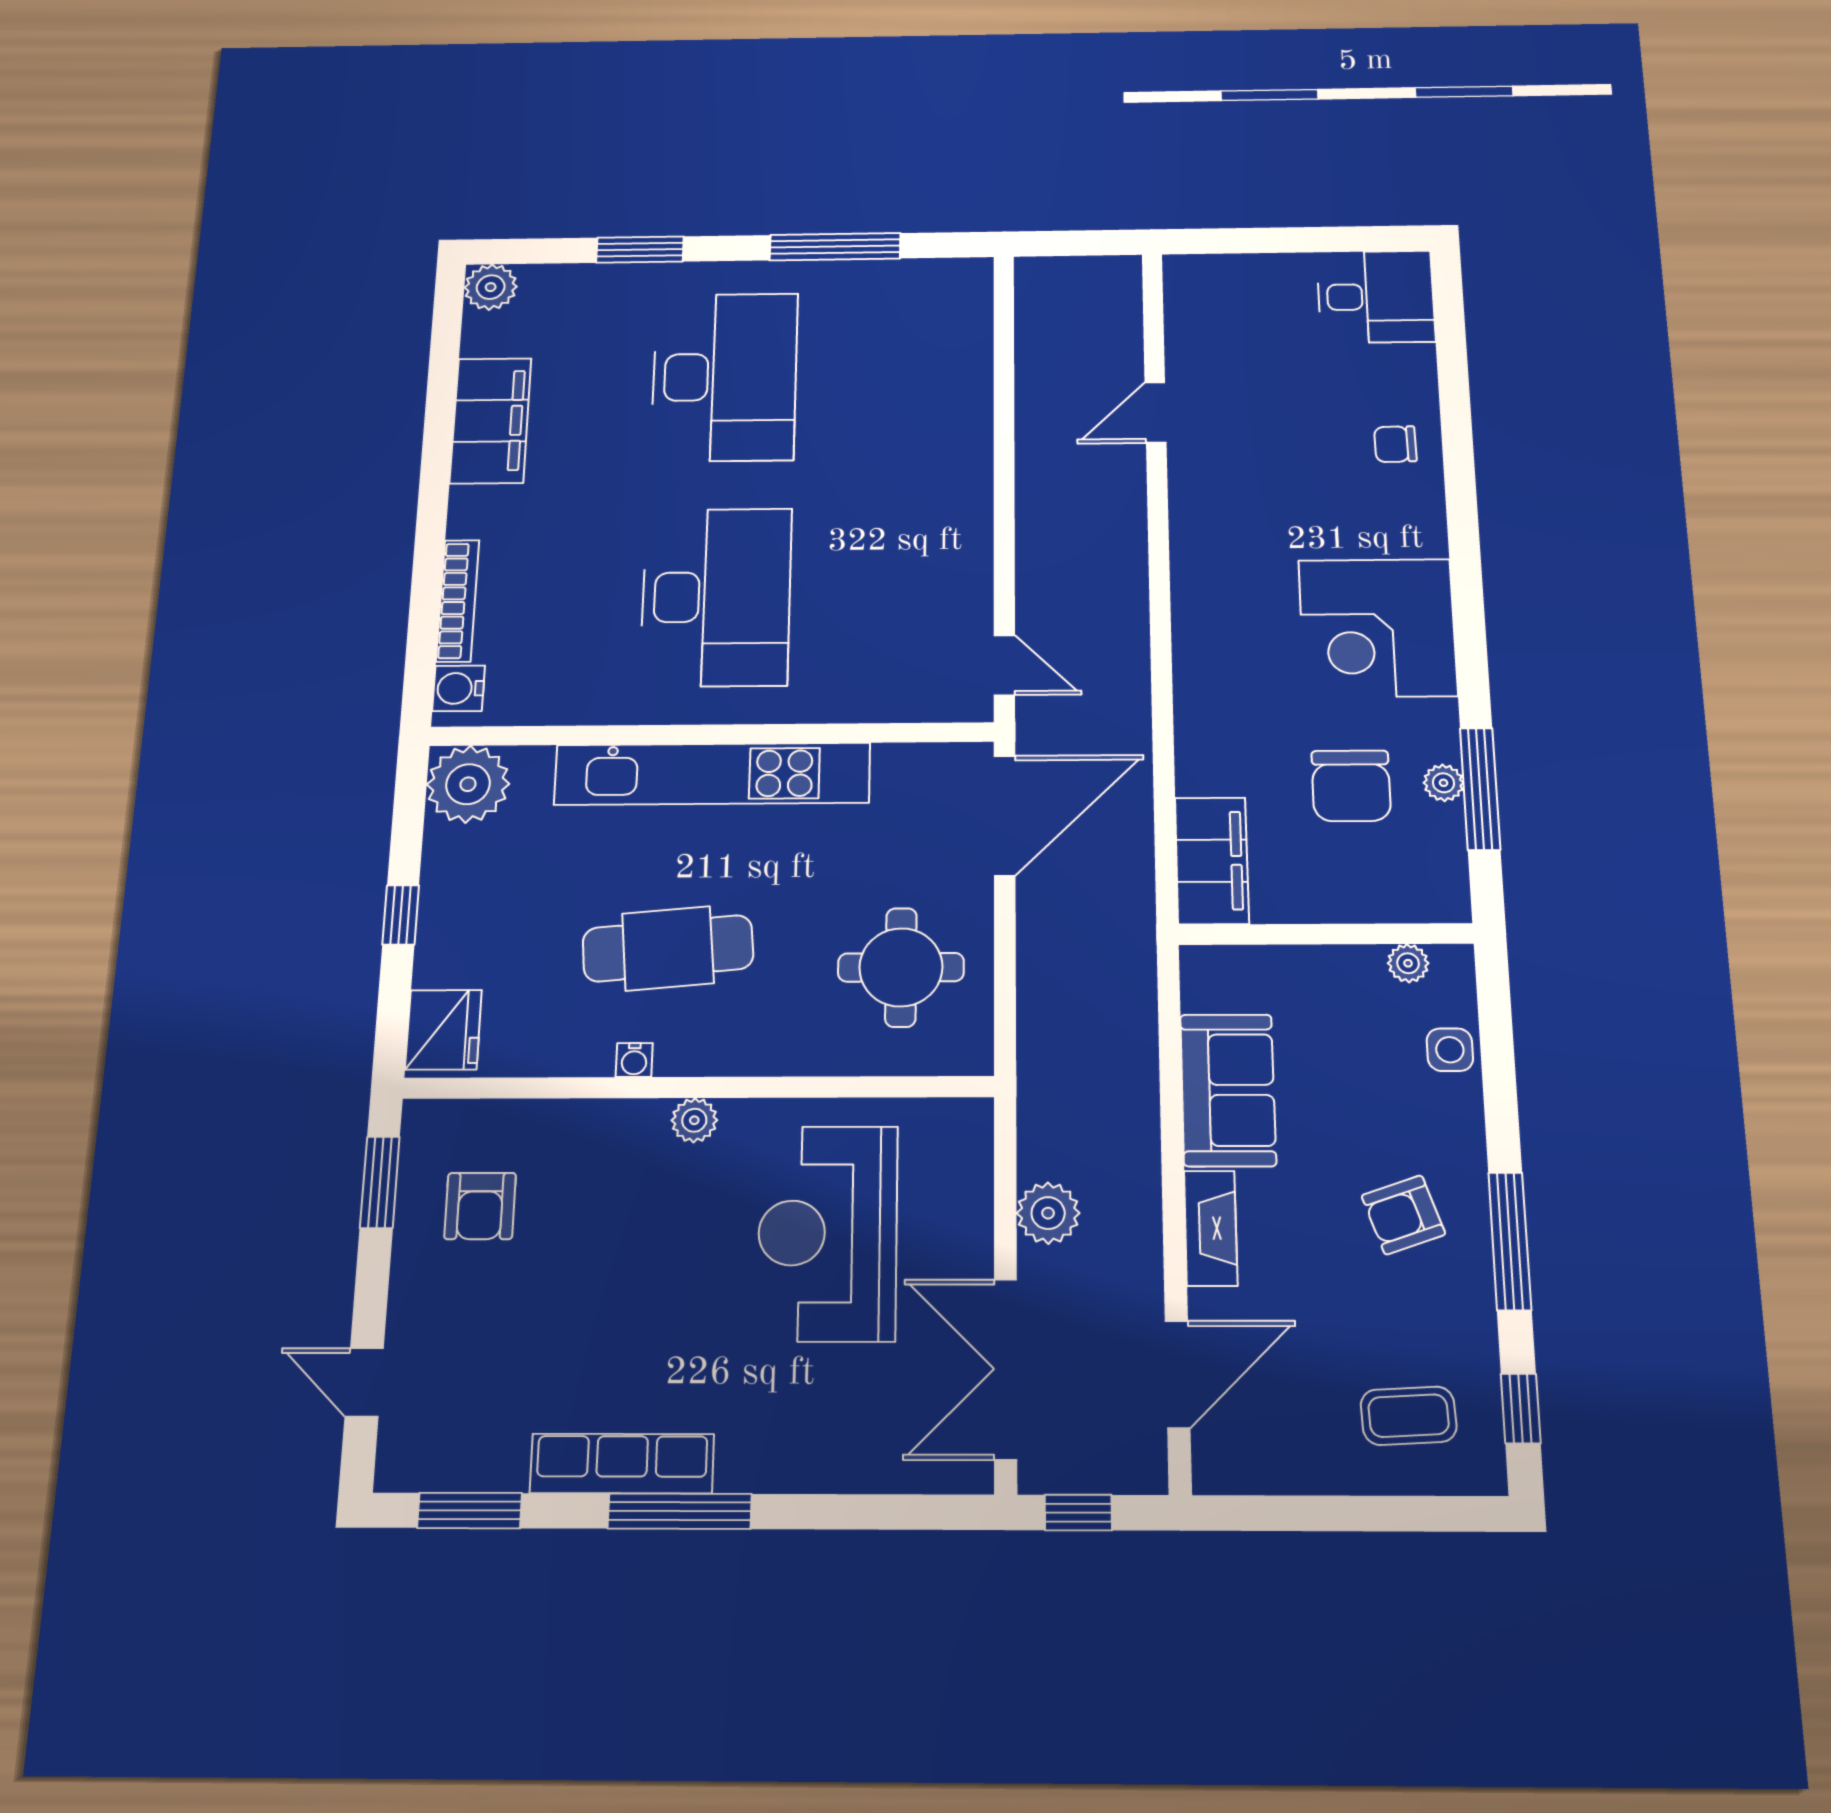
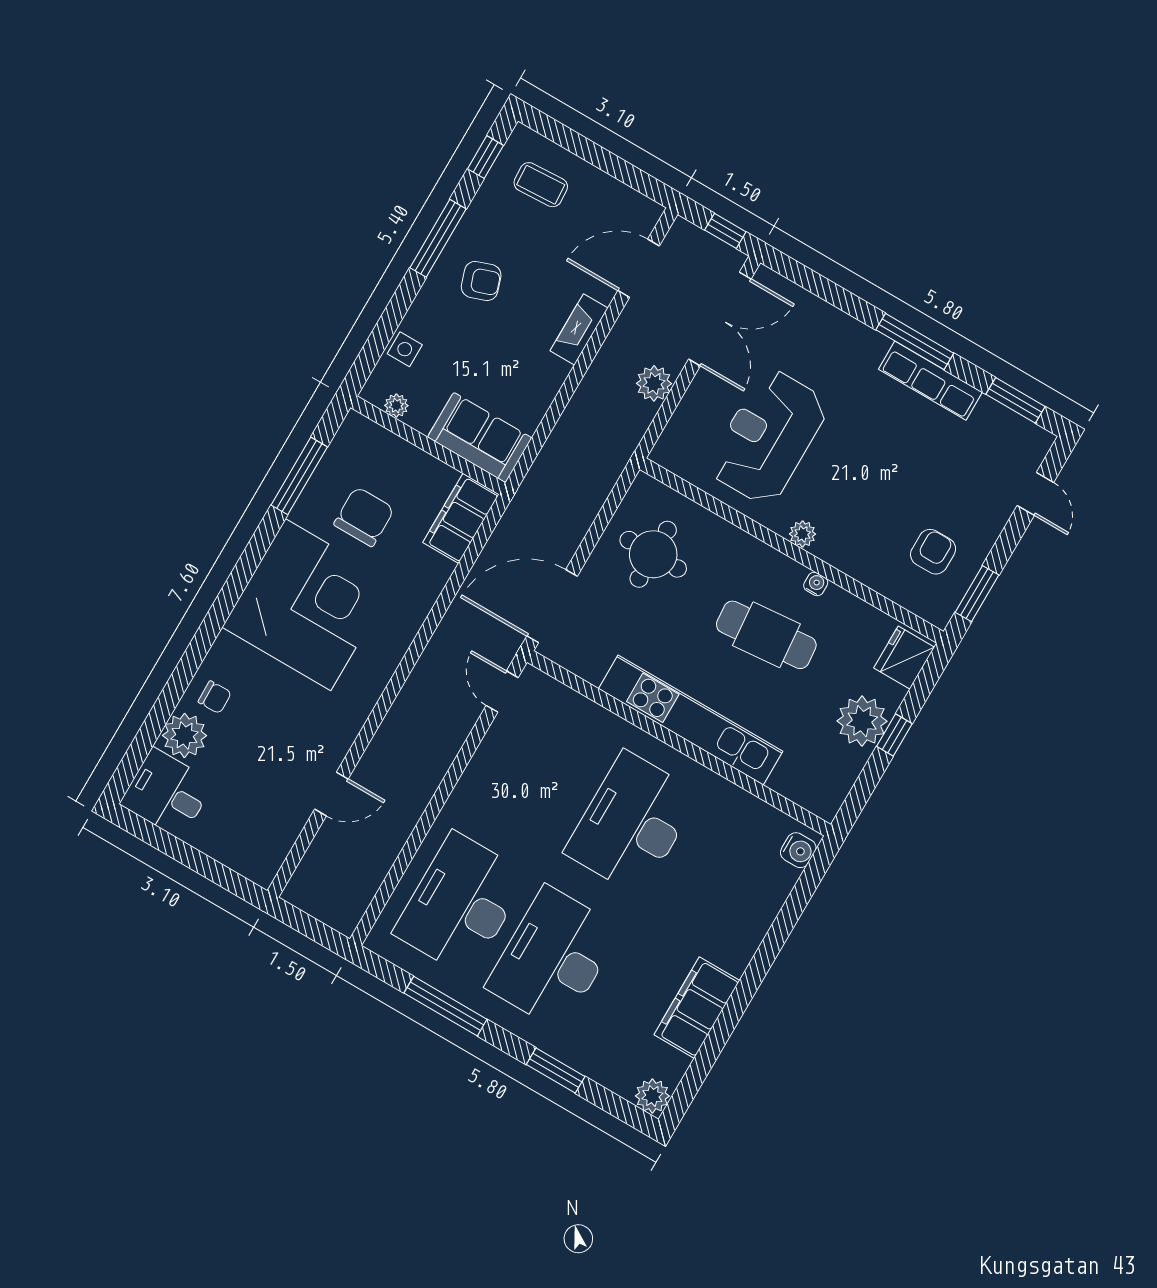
desk: (892, 375) -> (461, 904), added
bookcase: (458, 601) -> (772, 904), removed
corner desk: (1378, 628) -> (308, 605), width x1.36, depth x1.36
plant: (1444, 783) -> (185, 736), moved, width x1.87, depth x1.87
plant: (468, 784) -> (862, 721), moved
sofa: (1228, 1090) -> (480, 438), moved, turned 90
reception desk: (827, 1233) -> (768, 437), turned 180

